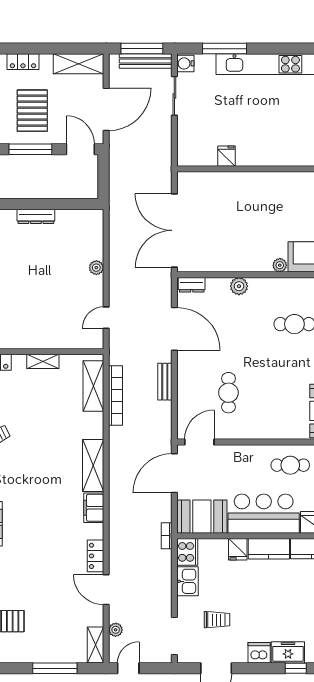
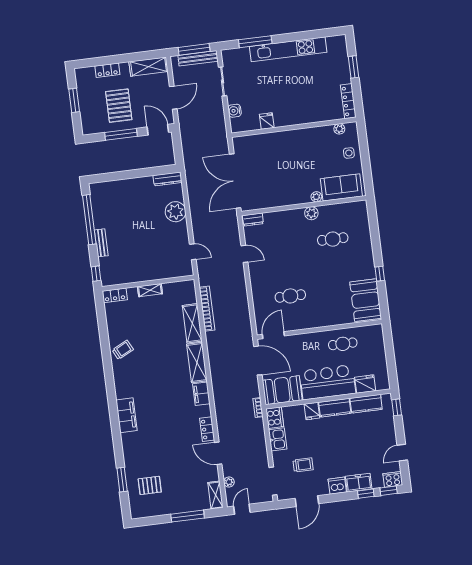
water cooler: (185, 63) -> (235, 111), moved
door: (106, 109) -> (173, 98), width x0.73
dresser: (36, 216) -> (168, 179), moved
plant: (96, 268) -> (176, 212), width x1.87, depth x1.87
plant: (239, 286) -> (311, 213), moved
door: (106, 318) -> (193, 252), swing flipped
door: (174, 329) -> (244, 254), width x0.53
bench: (165, 382) -> (242, 294), removed
shelving: (93, 386) -> (192, 323), moved
cafe table: (228, 393) -> (290, 296), turned 90
door: (174, 473) -> (258, 361), swing flipped

